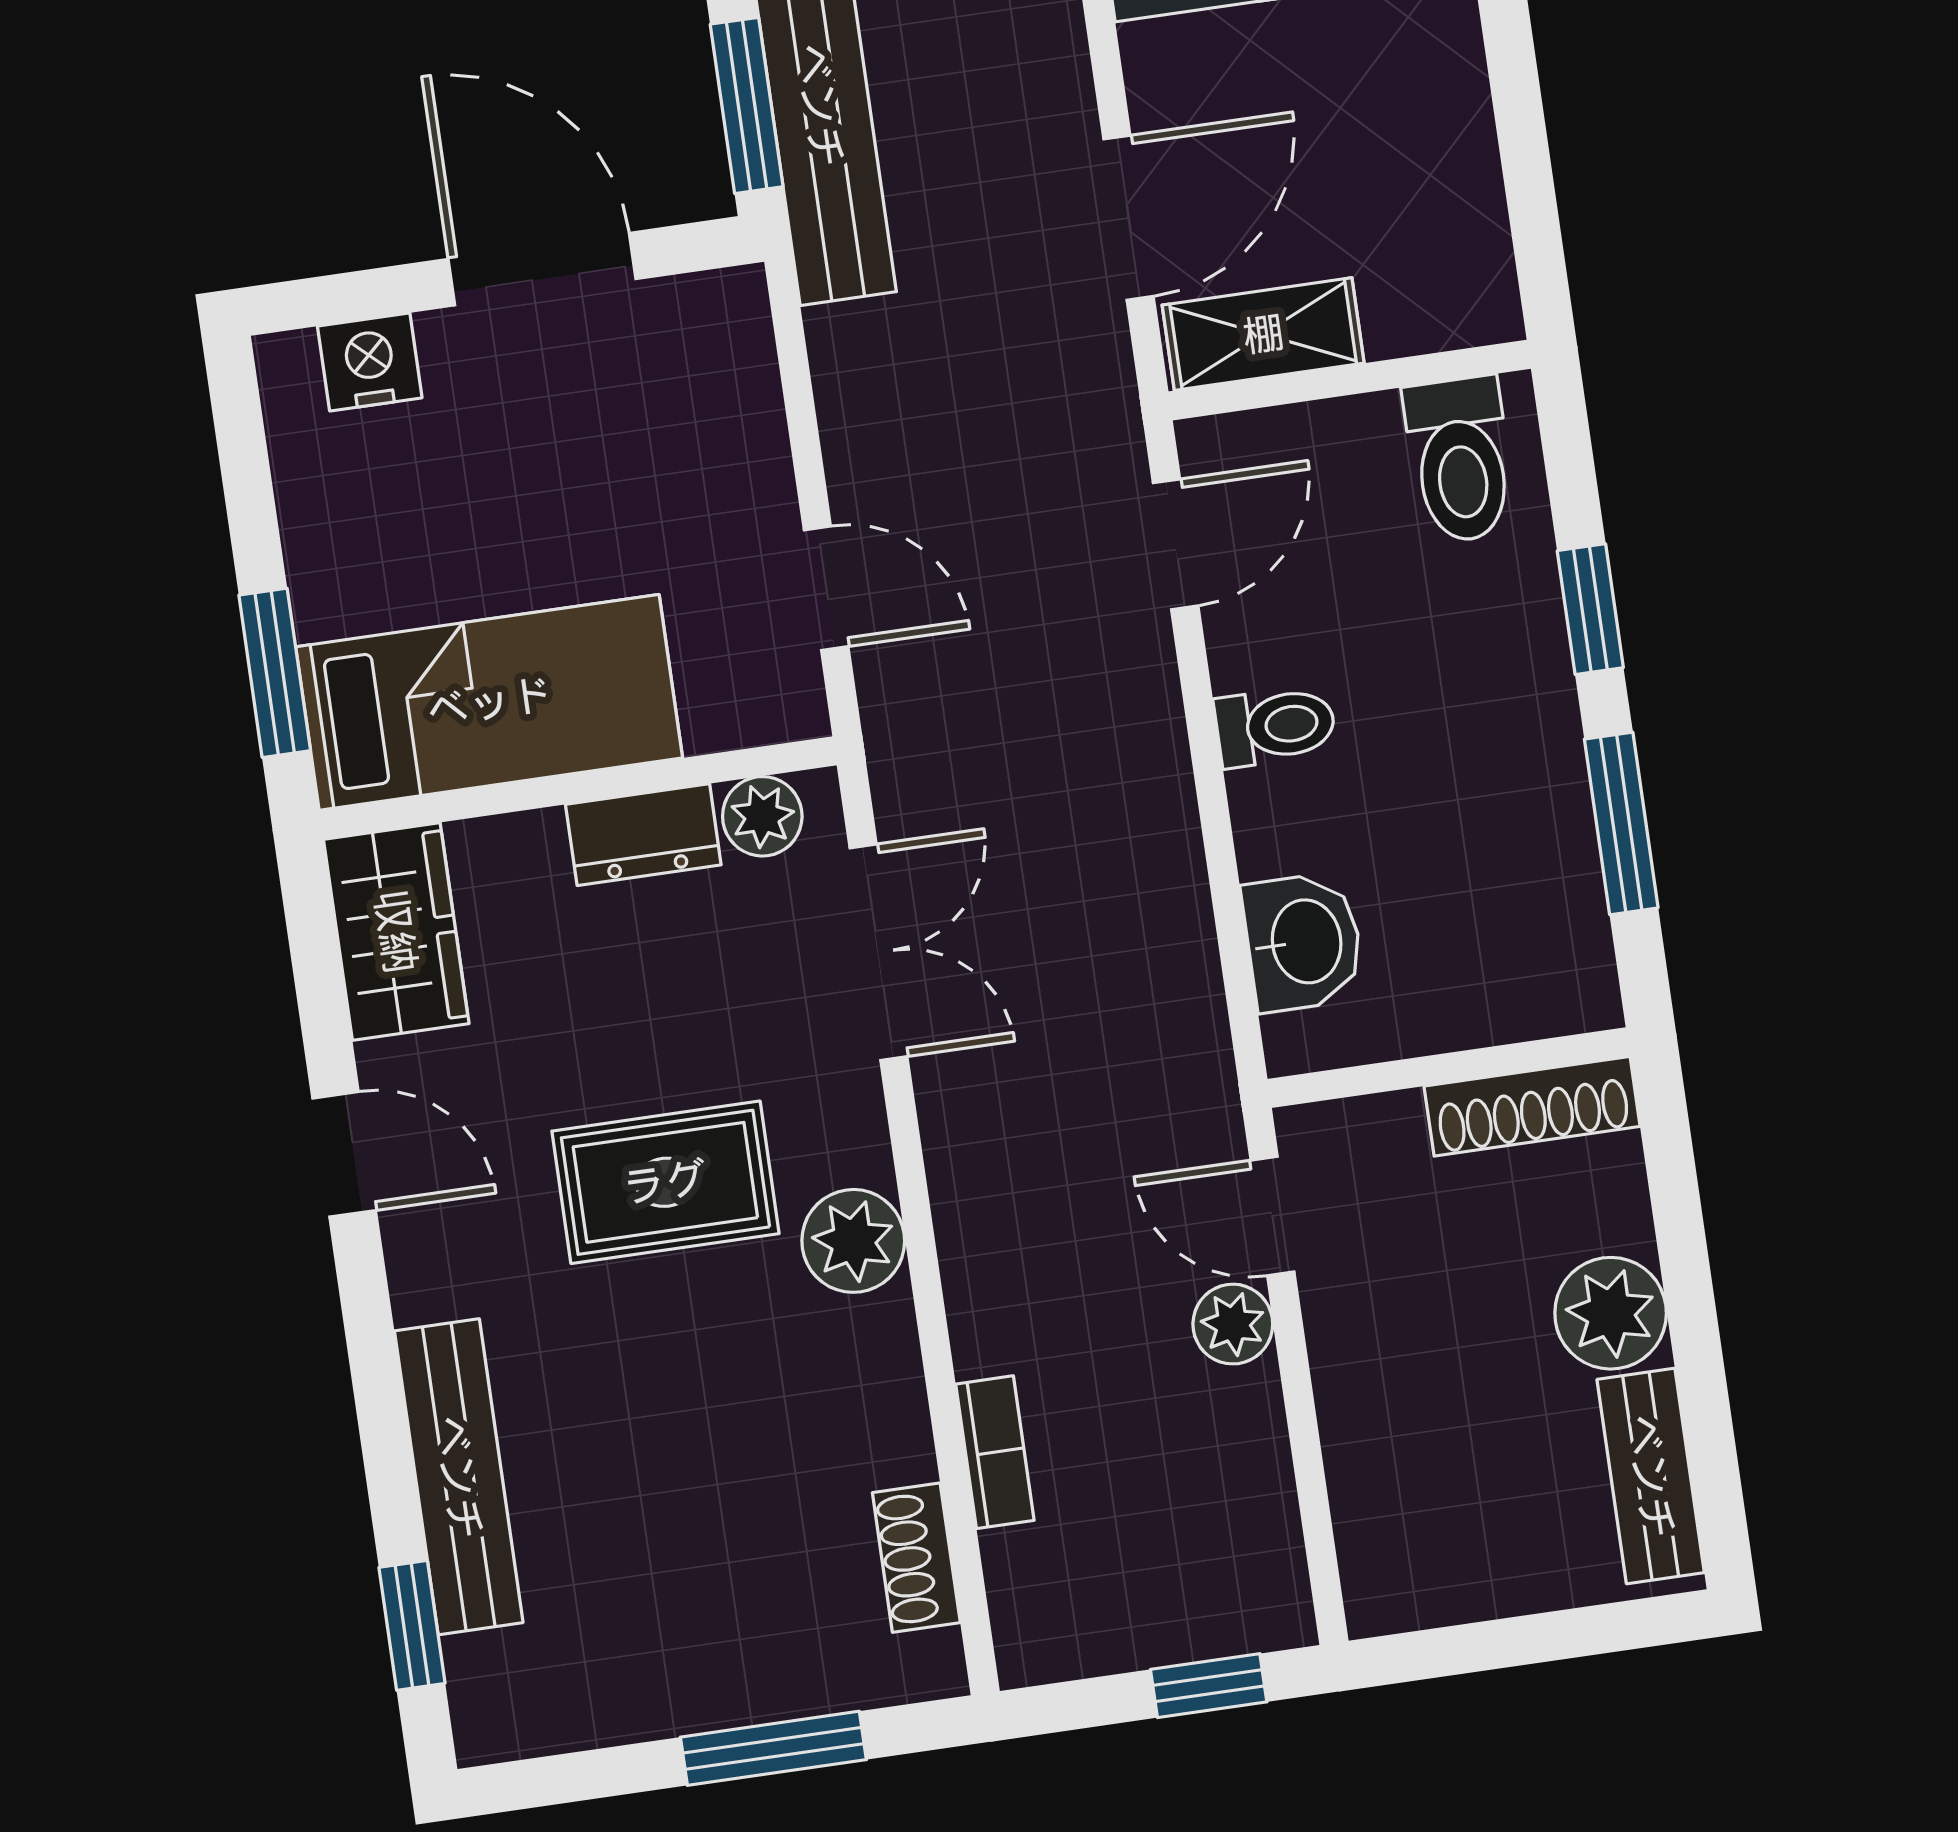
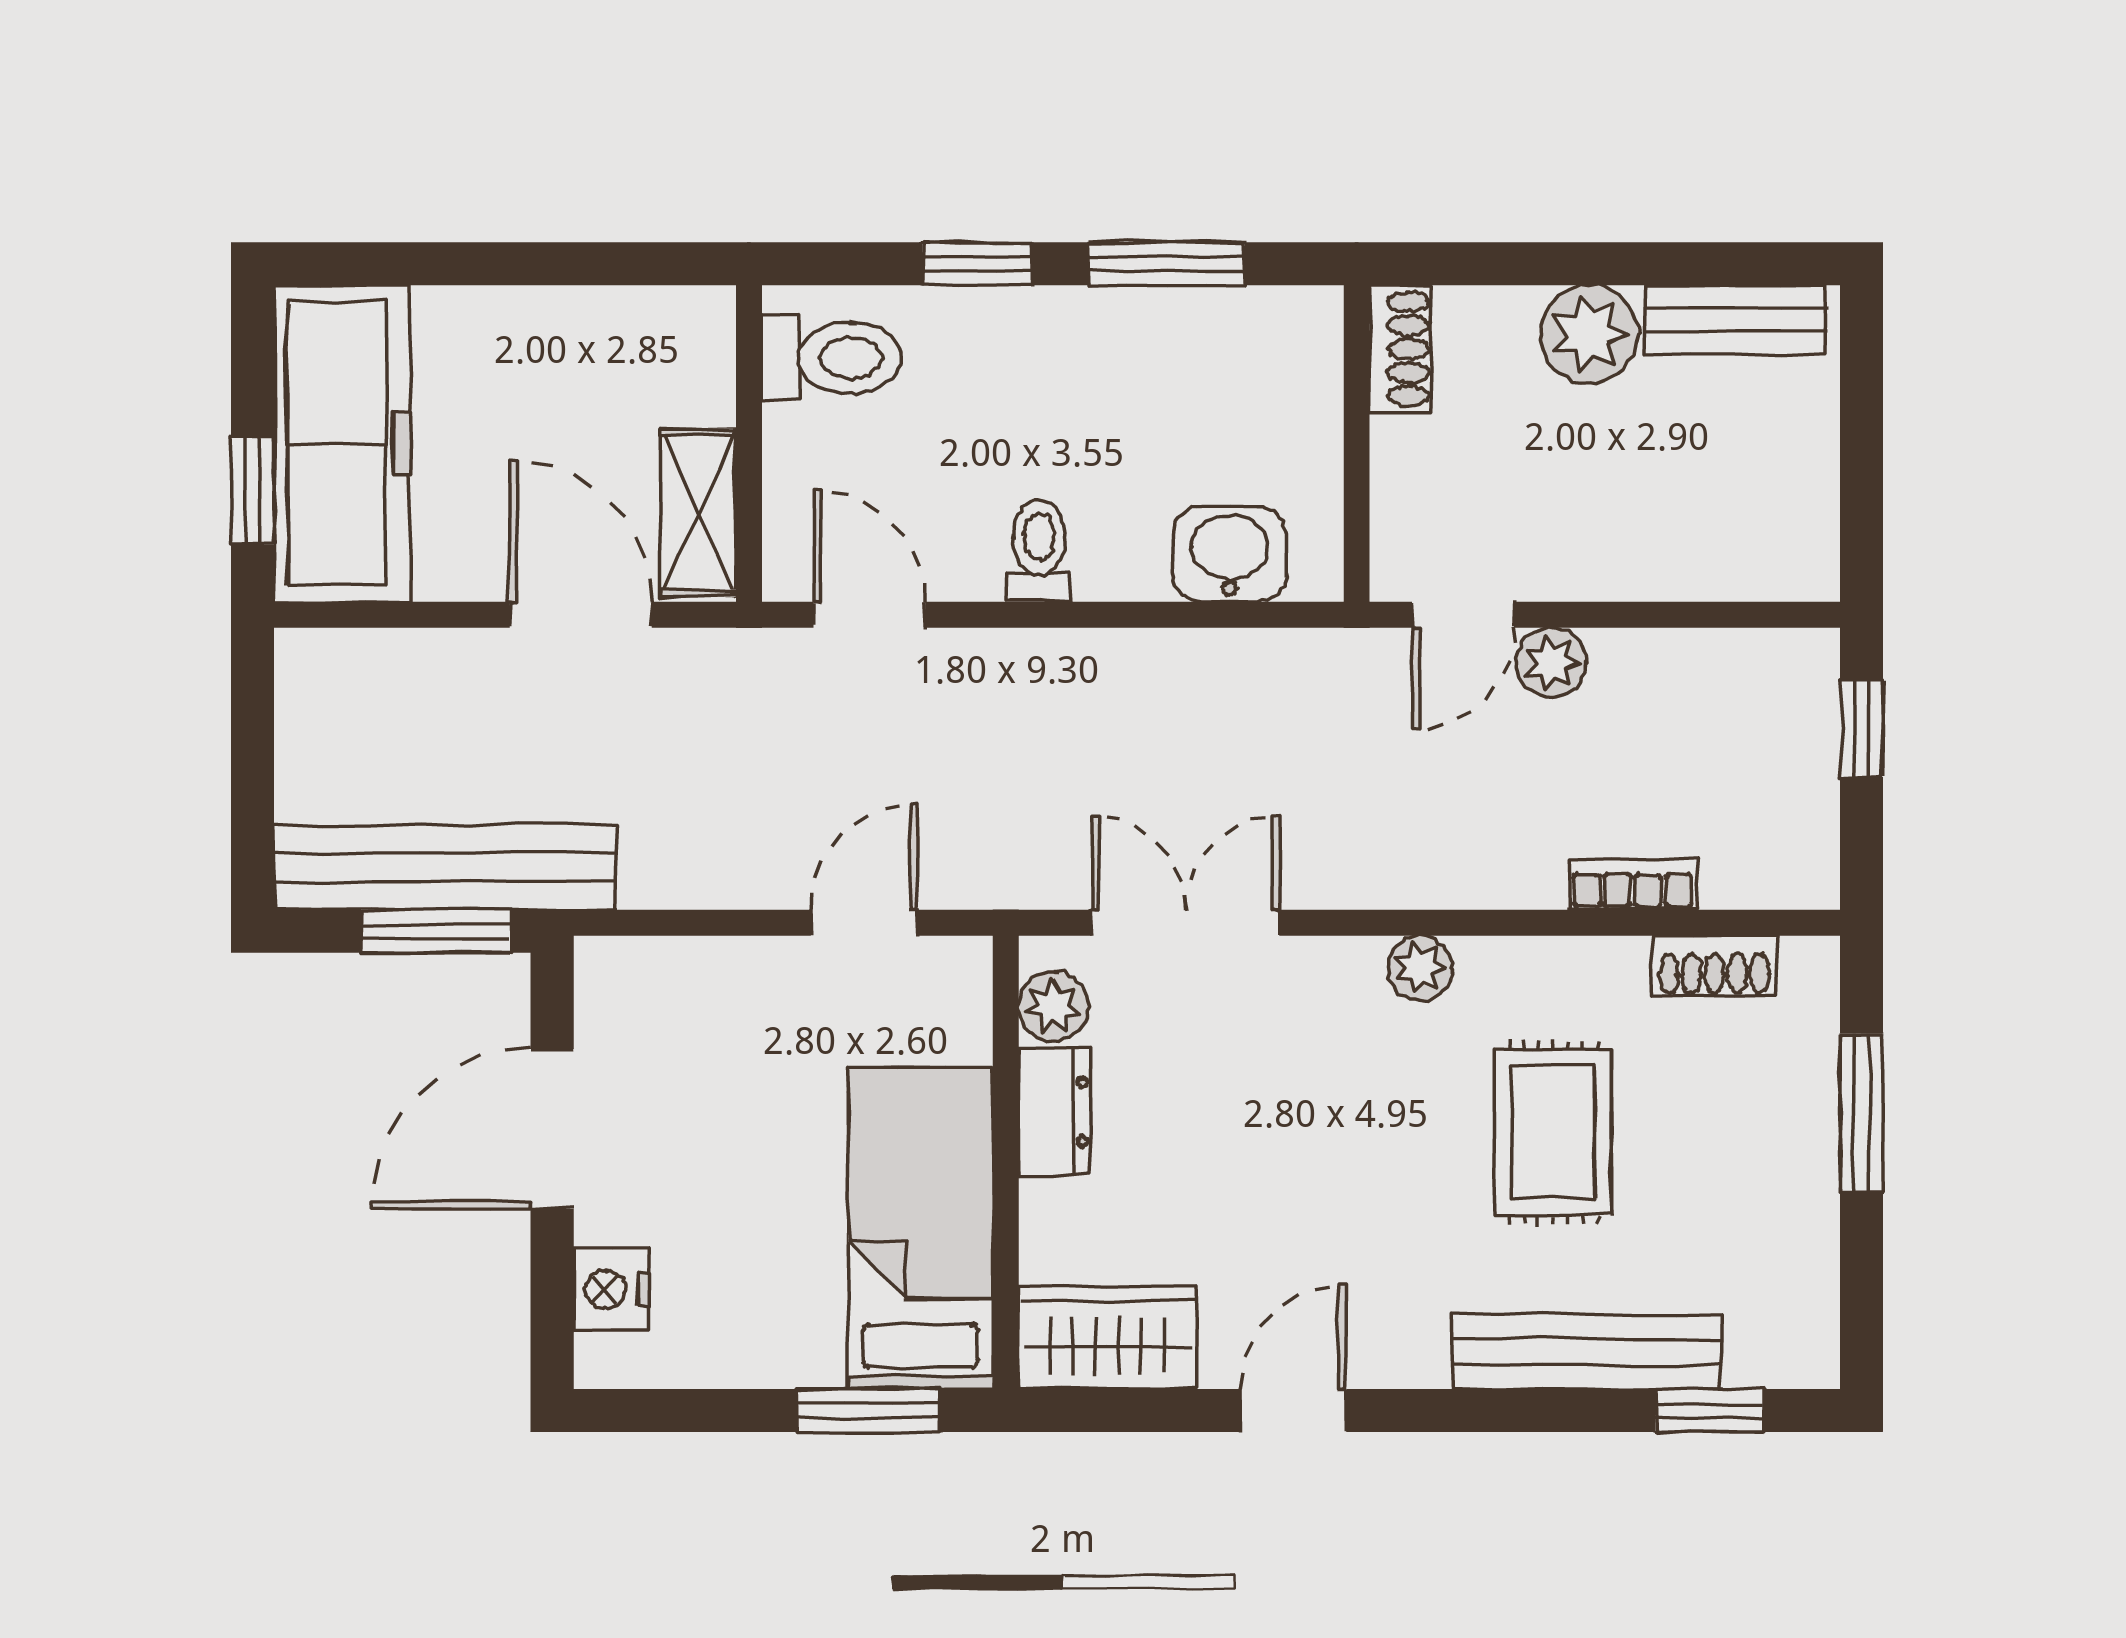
shoe rack: (1532, 1106) -> (1400, 349), width x0.70
rug: (665, 1182) -> (1553, 1132), moved
plant: (853, 1241) -> (1420, 968), width x0.73, depth x0.73

